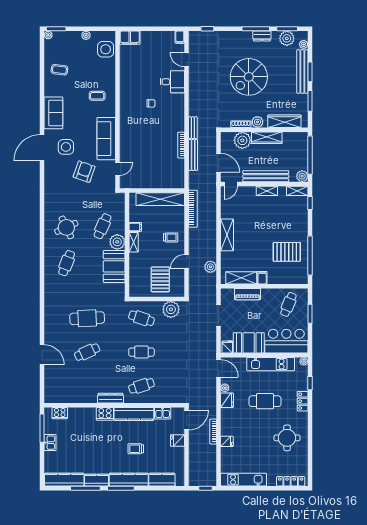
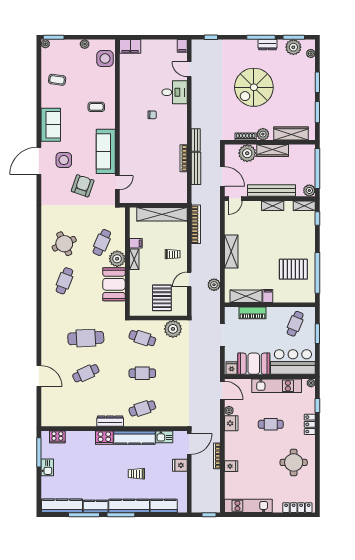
bench: (302, 71) -> (310, 82), removed
cafe table: (265, 401) -> (271, 424), width x0.73, depth x0.74

